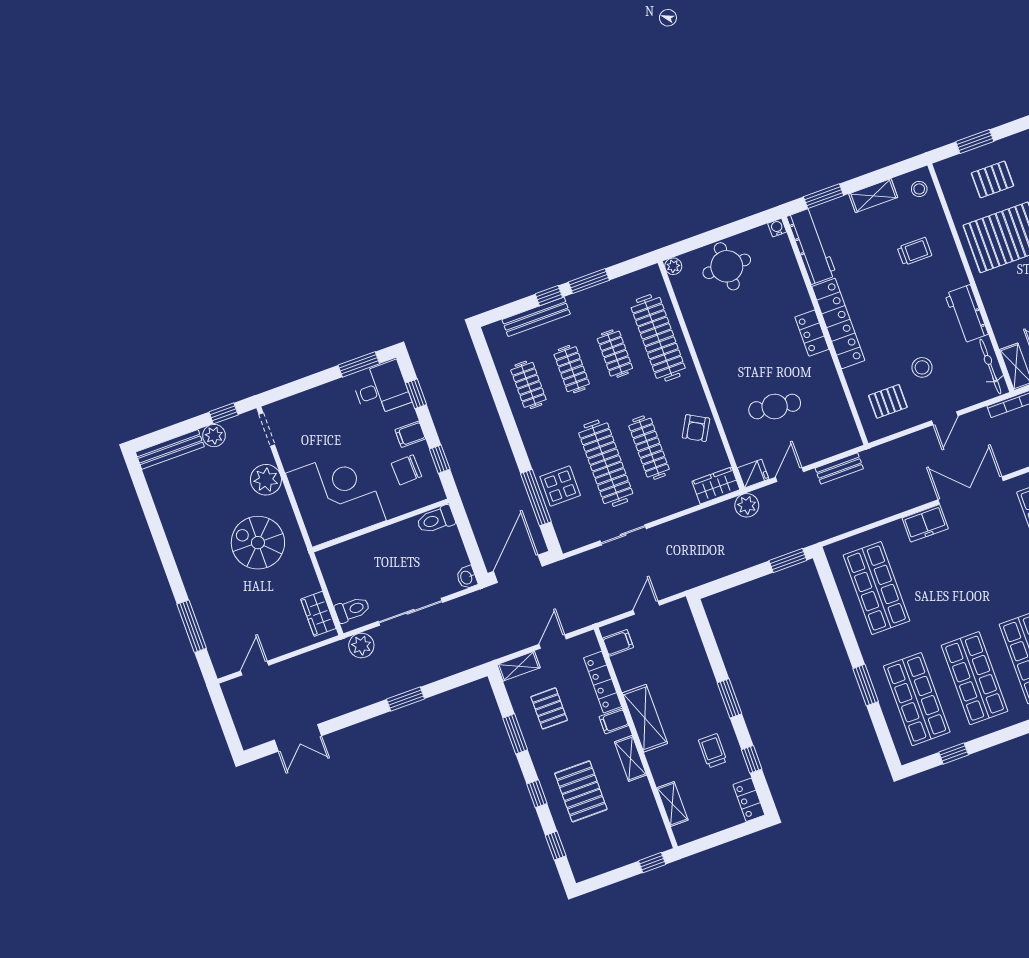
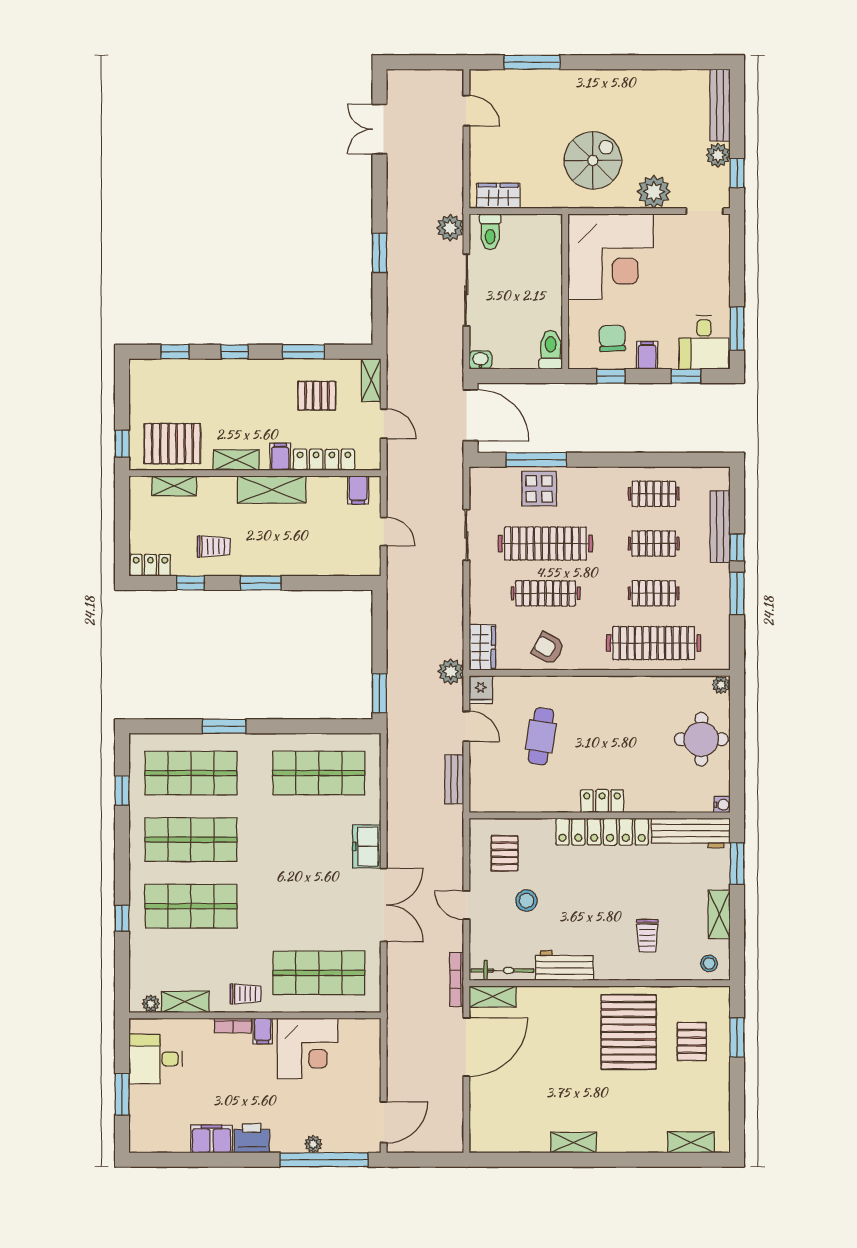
pallet: (581, 791) -> (172, 444), moved

